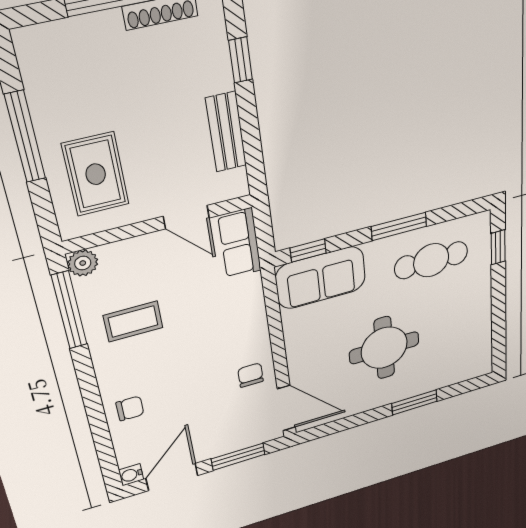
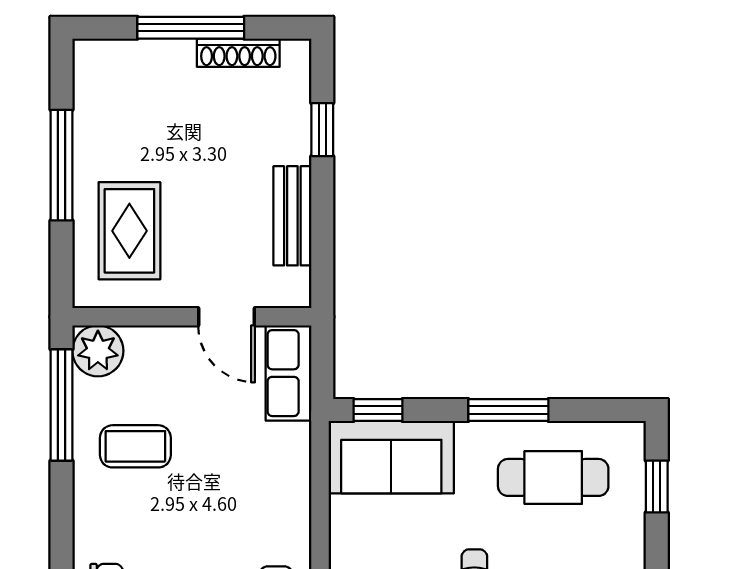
plant: (83, 263) -> (98, 351), width x1.38, depth x1.38

